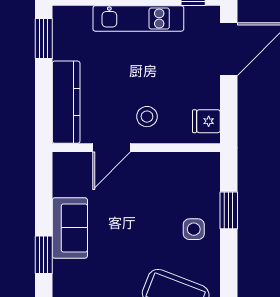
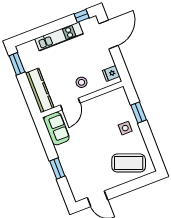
sofa: (70, 228) -> (56, 129), moved

